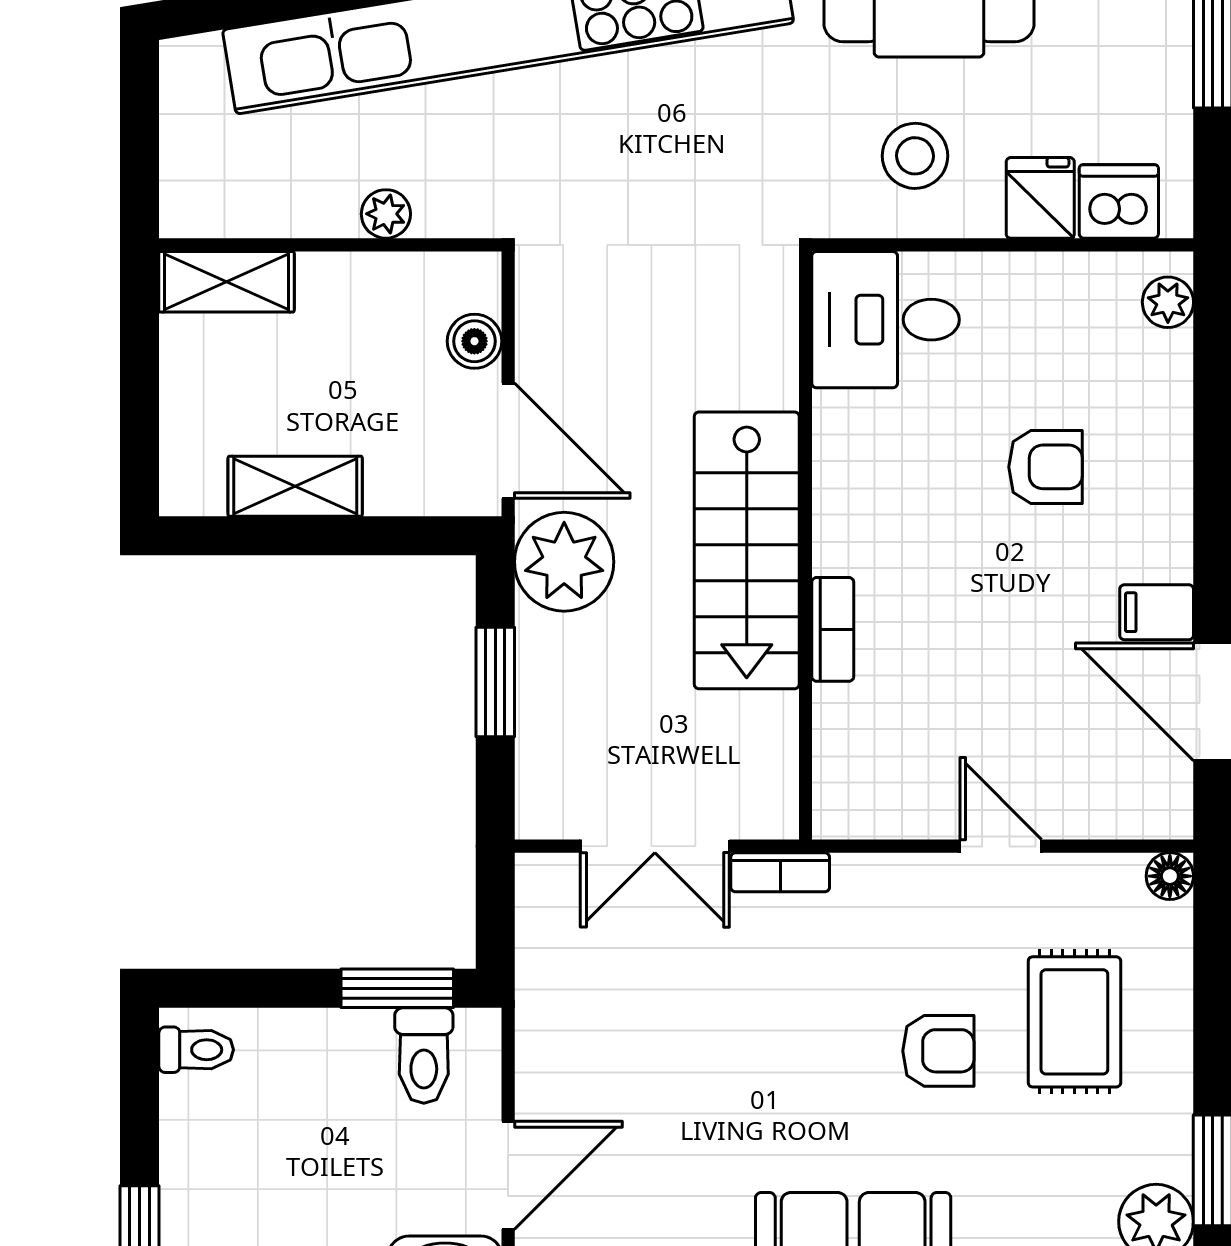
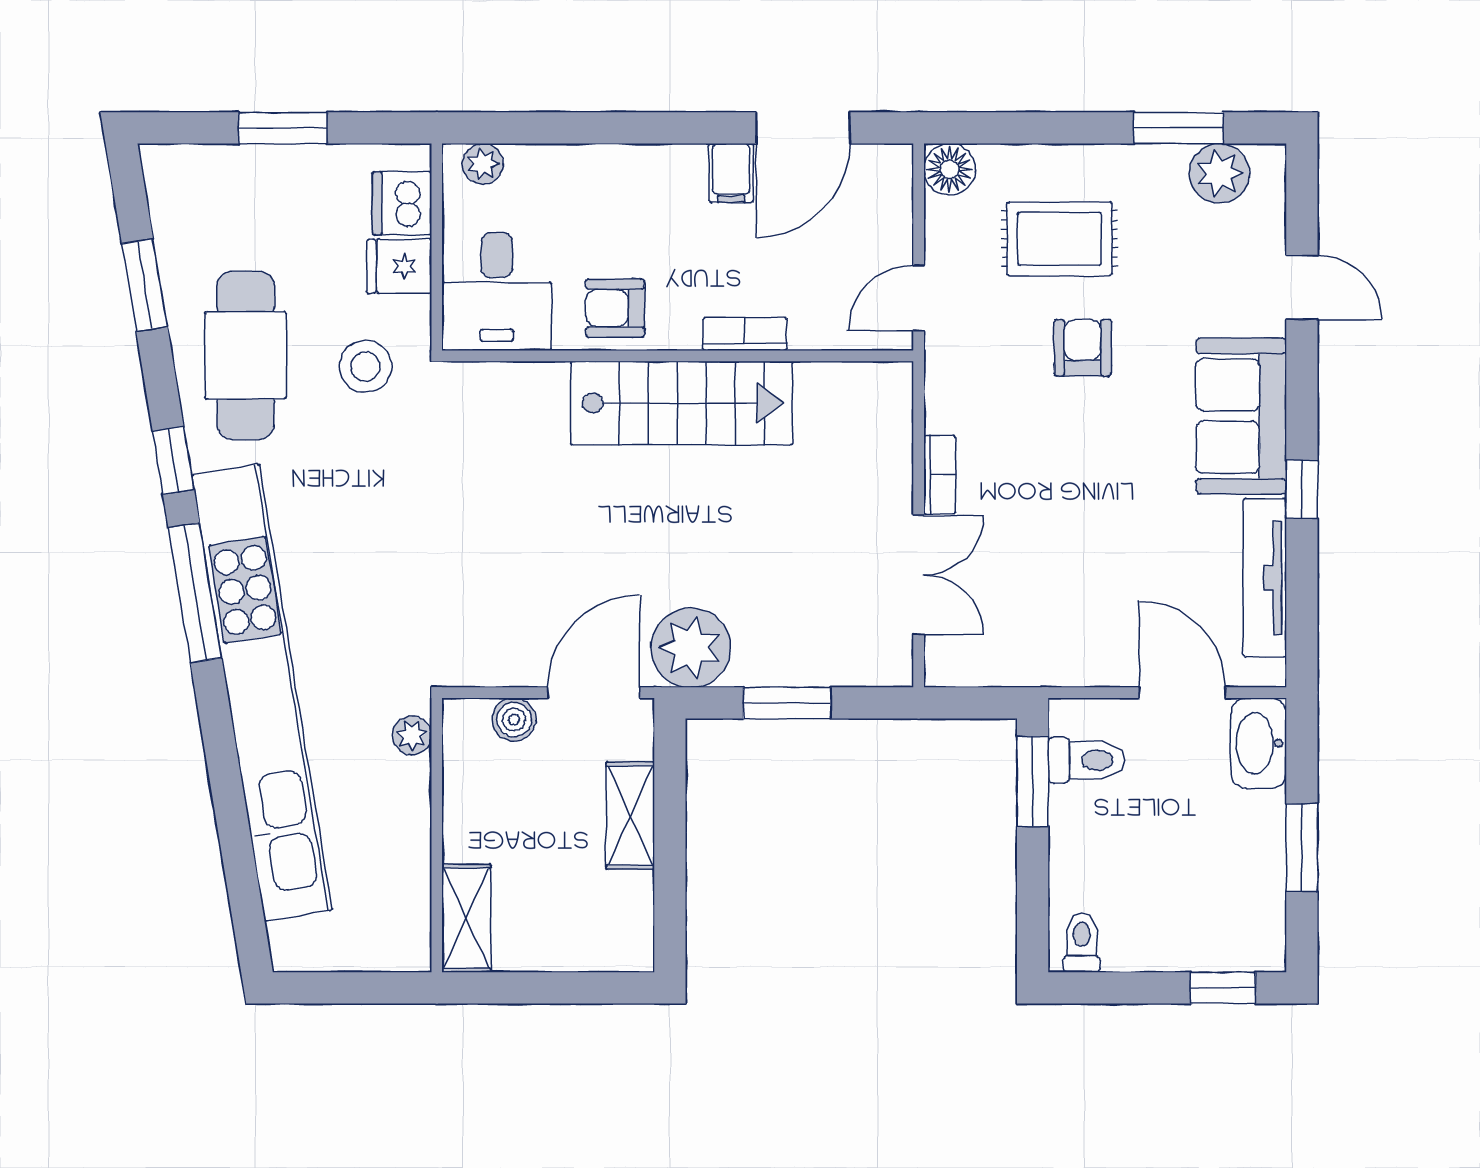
plant: (386, 214) -> (412, 735), moved
desk: (886, 320) -> (497, 292), moved
armchair: (1046, 467) -> (615, 308), moved, turned -90
shelving: (295, 486) -> (630, 816), moved
wall: (805, 545) -> (678, 356), moved
stairs: (747, 550) -> (682, 403), moved
bookcase: (833, 629) -> (745, 334), moved
floor lamp: (1170, 876) -> (950, 169), width x1.37, depth x1.37

